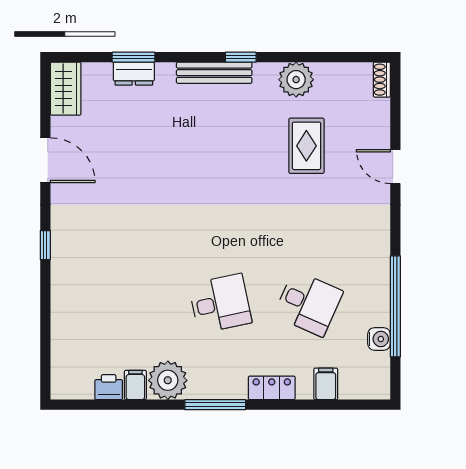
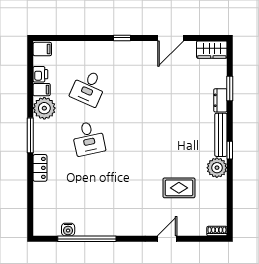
dresser: (134, 74) -> (220, 100), moved
plant: (296, 80) -> (217, 168), moved
desk: (308, 303) -> (88, 88), moved
filing cabinet: (326, 384) -> (42, 49), moved

